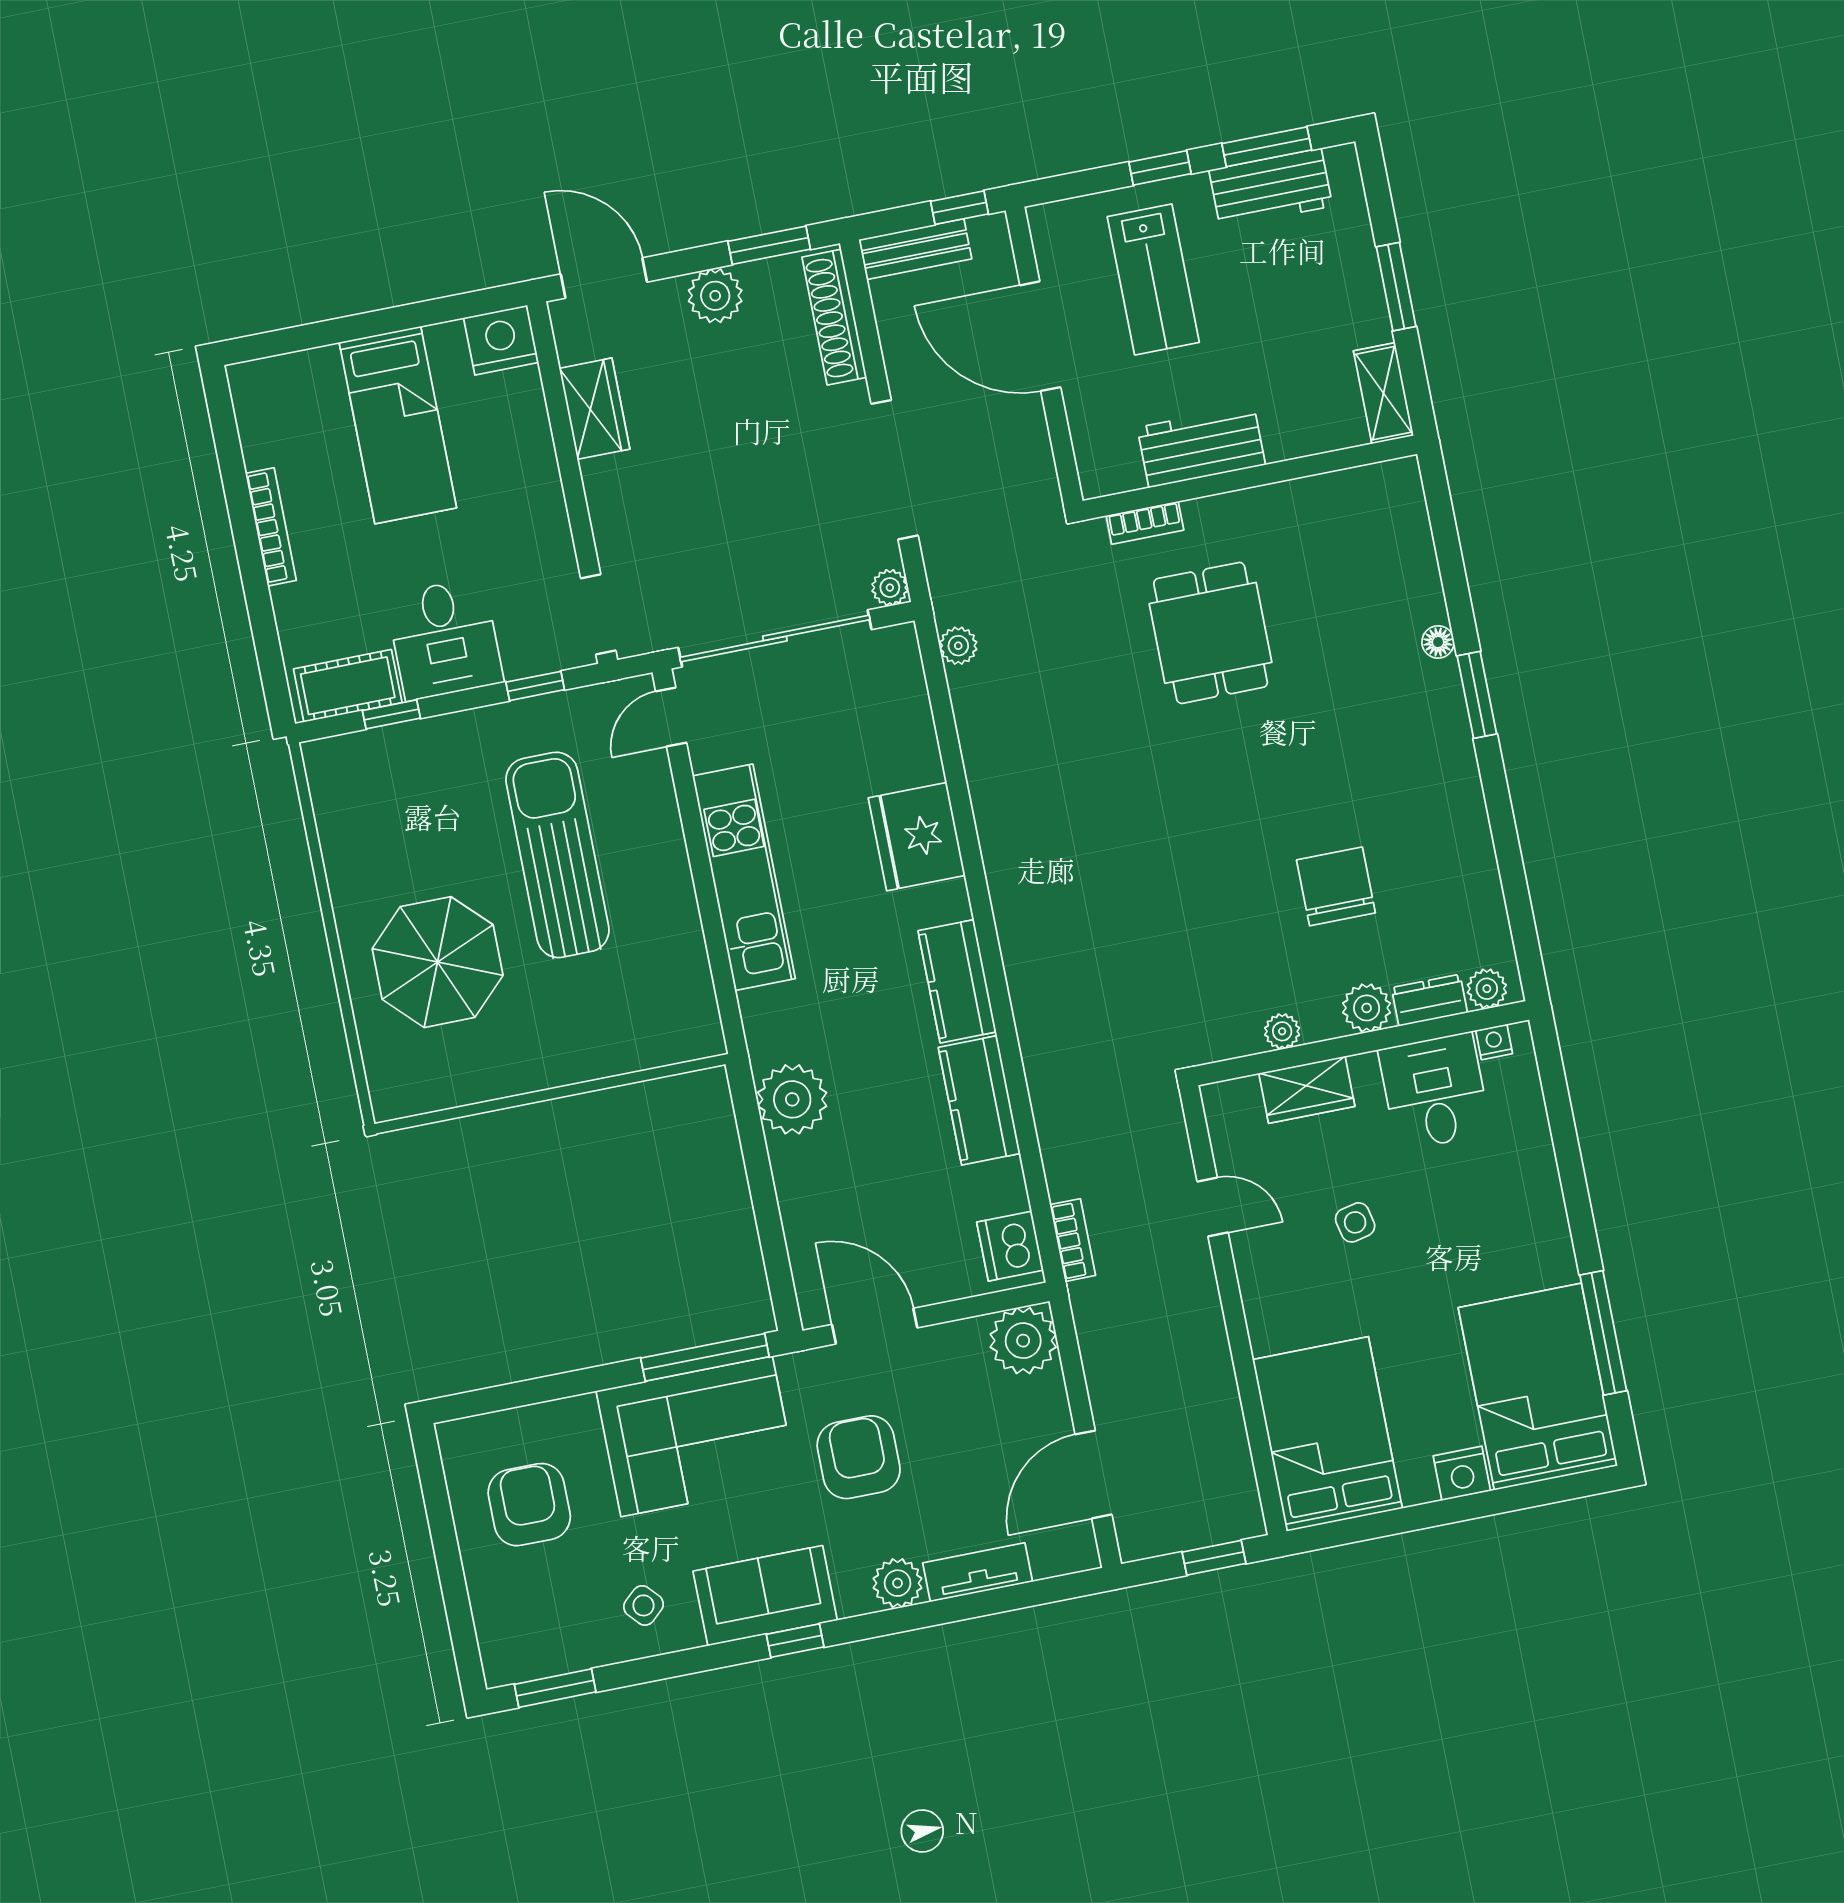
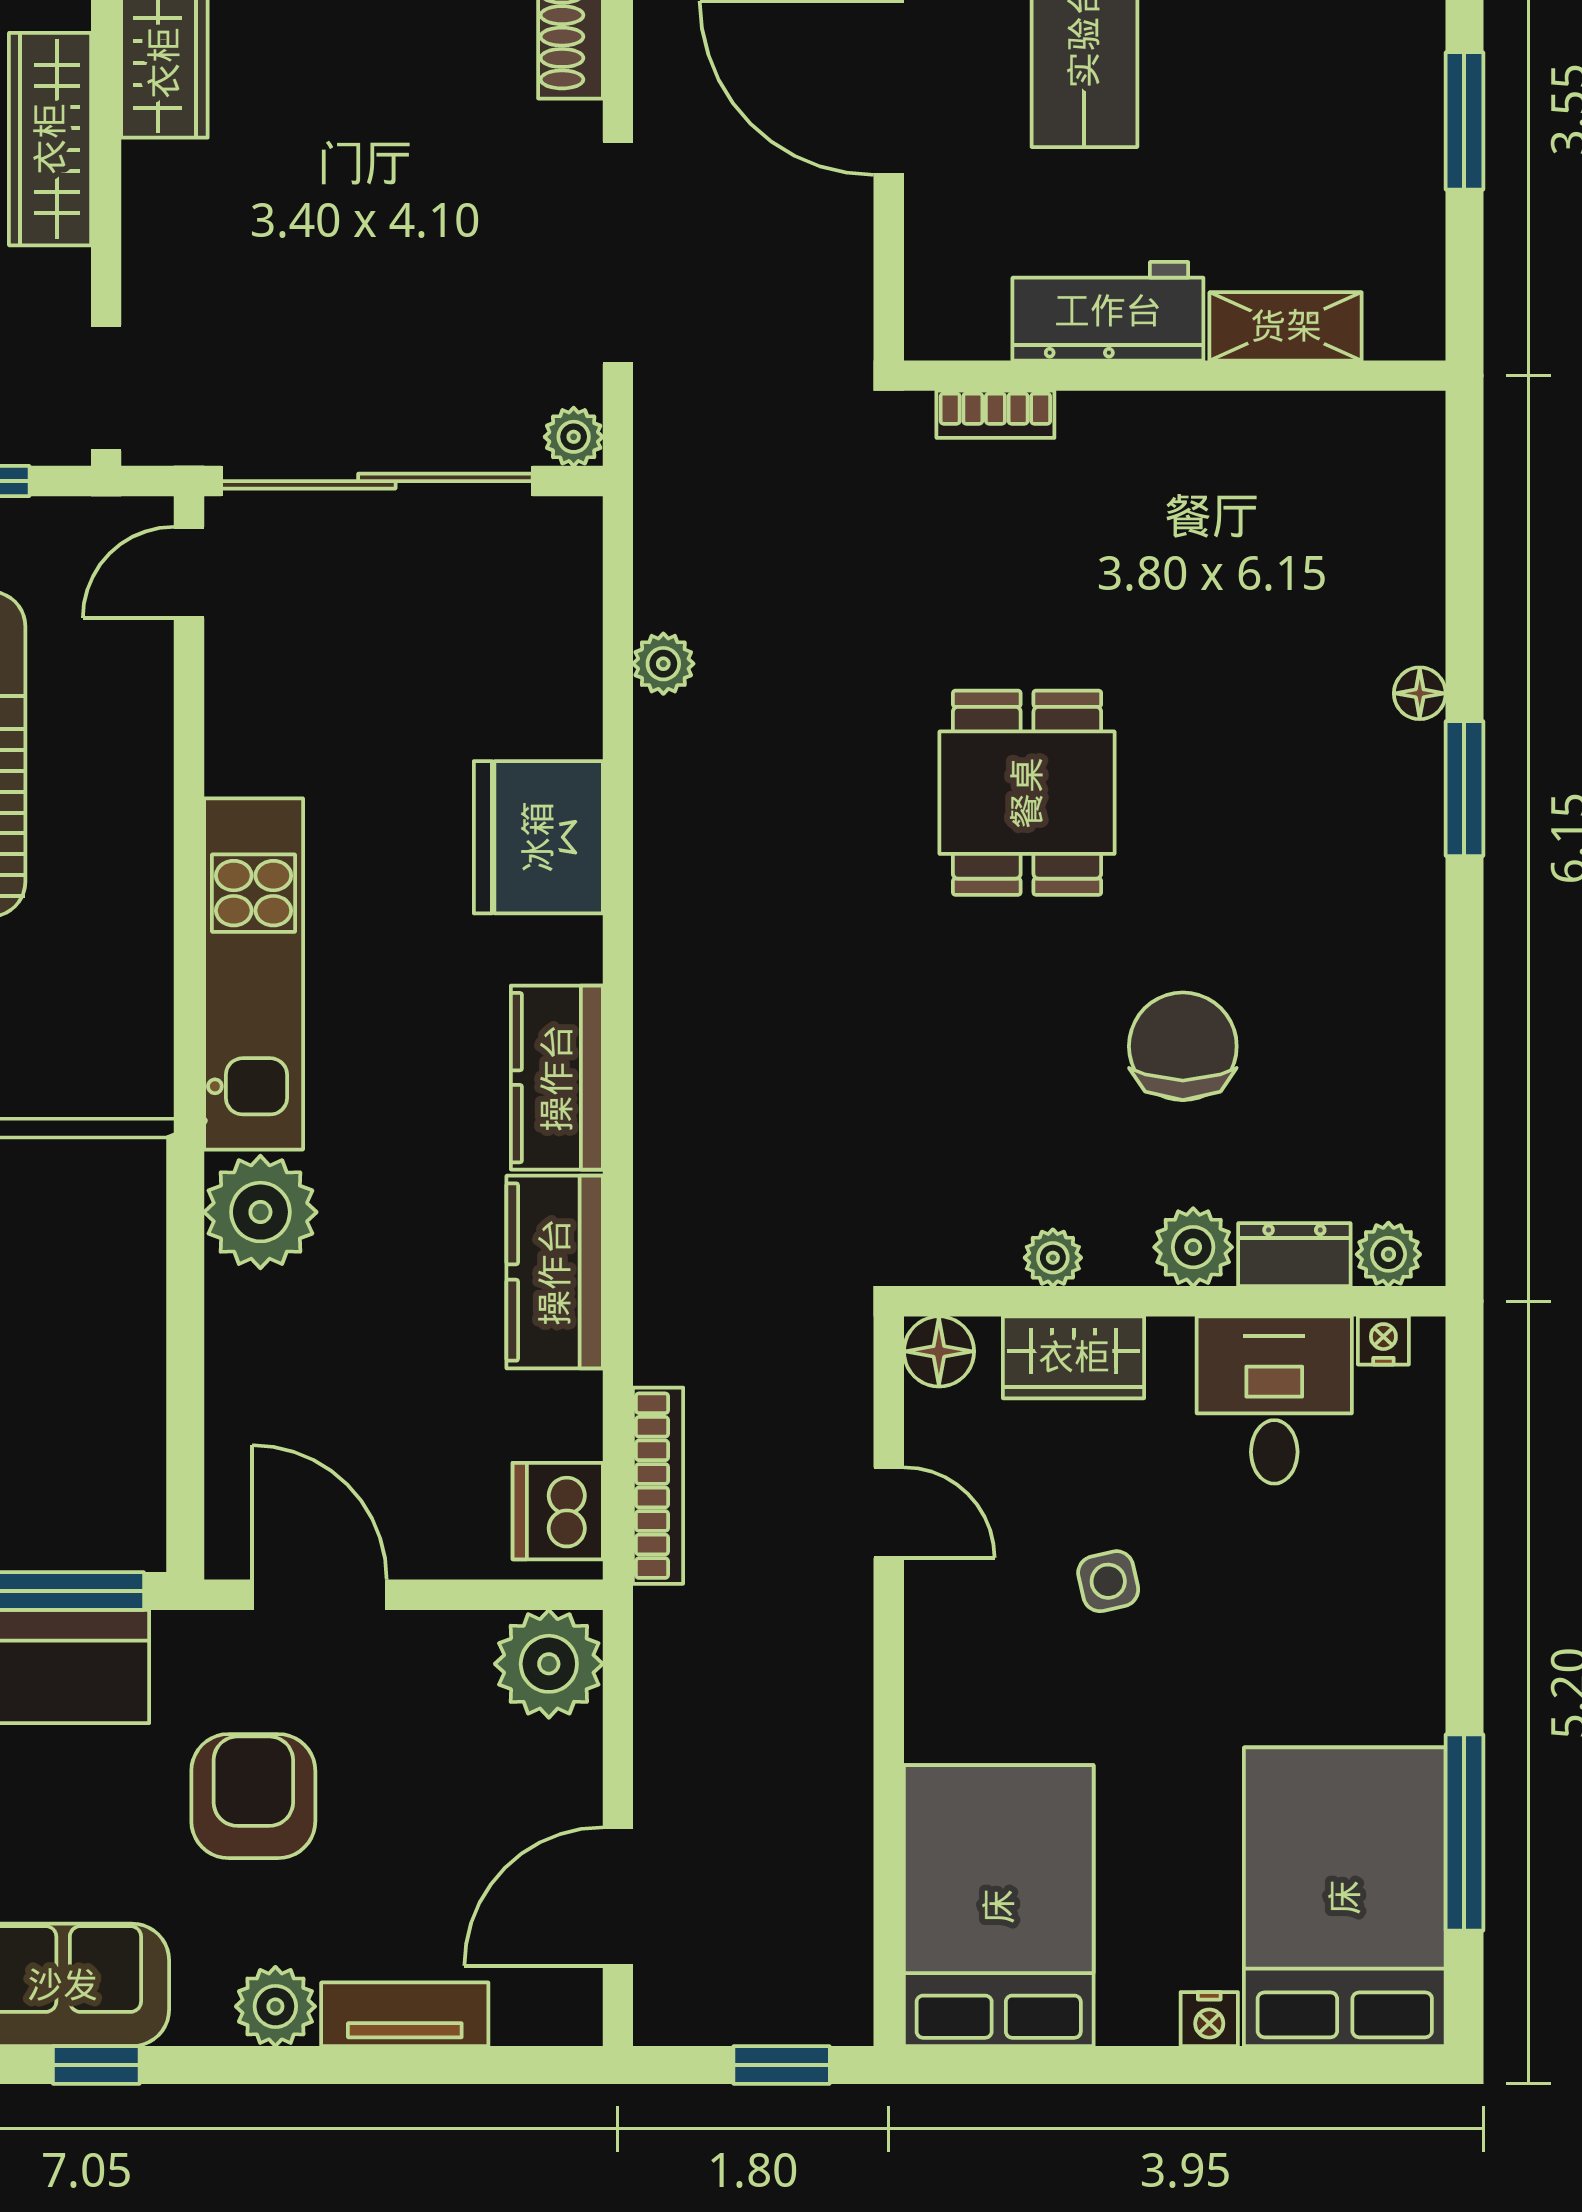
shelving: (1383, 393) -> (1286, 326), moved, turned 90
wardrobe: (534, 469) -> (50, 139), added
dining table: (1211, 633) -> (1027, 793), moved
plant: (958, 646) -> (663, 664), moved
kitchen unit: (744, 877) -> (254, 974), moved
floor lamp: (1224, 1102) -> (939, 1351), added
bookcase: (1073, 1240) -> (658, 1486), width x1.56
nightstand: (1462, 1473) -> (1209, 2019), width x0.72, depth x0.74

